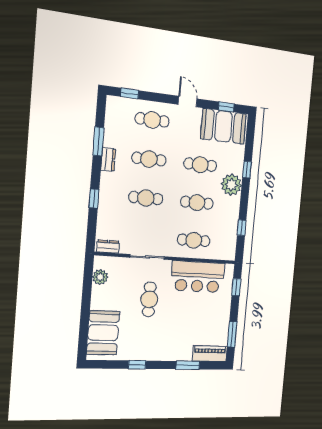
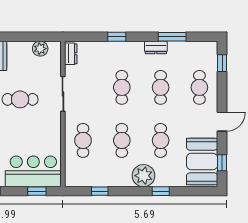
bar counter: (198, 277) -> (33, 171), moved, turned 90

